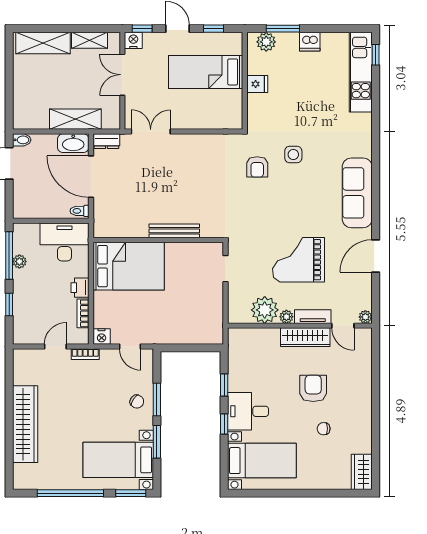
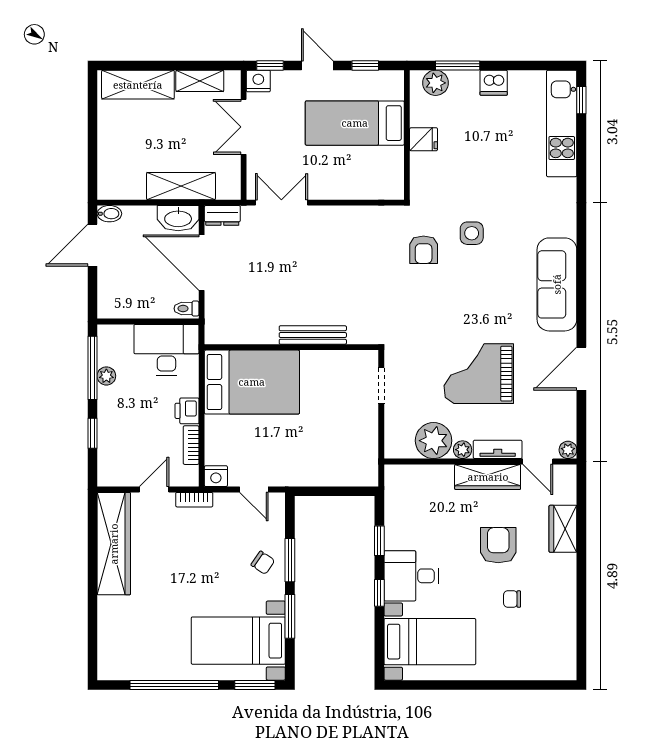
wardrobe: (25, 424) -> (114, 544), moved
wardrobe: (362, 472) -> (563, 529), moved

